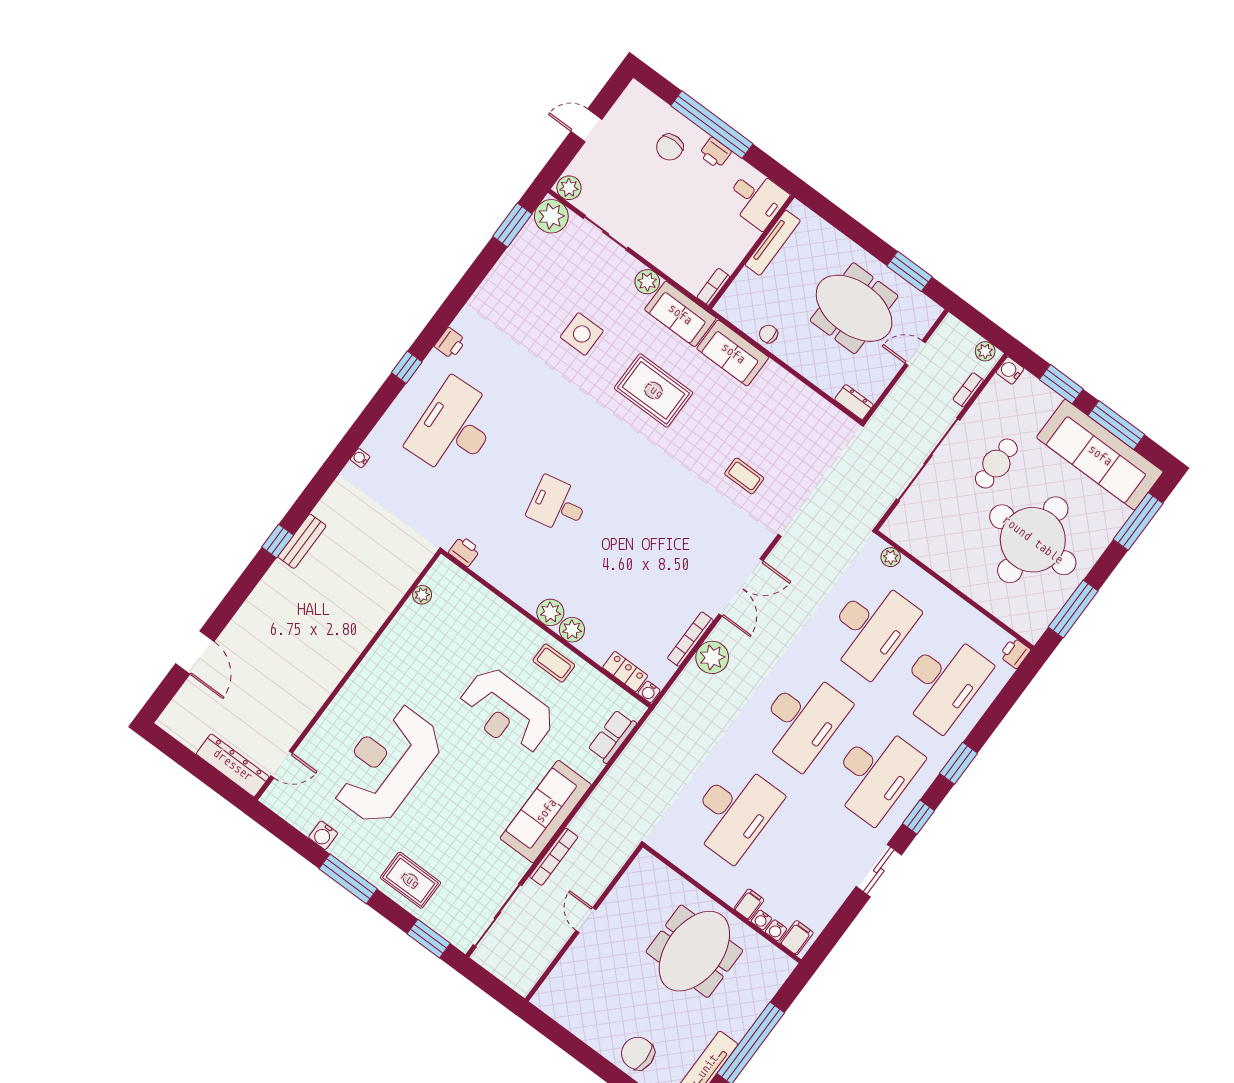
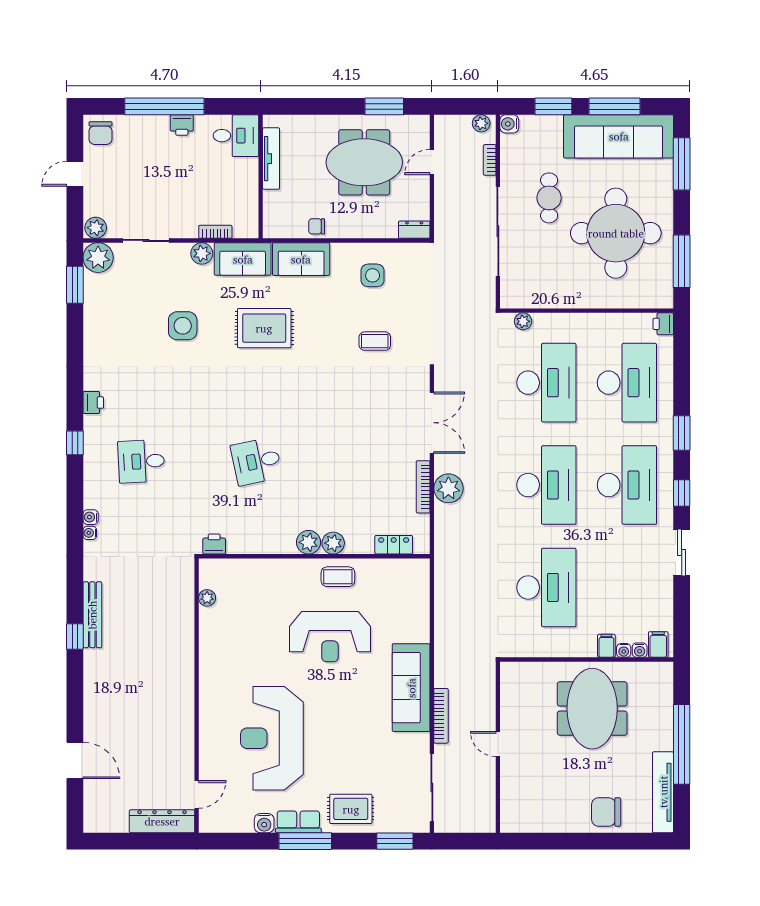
chair: (670, 147) -> (101, 133), moved
bookcase: (713, 287) -> (215, 232), moved, turned 90
side table: (786, 415) -> (373, 275), added
desk: (454, 428) -> (141, 461), width x0.53, depth x0.77
bench: (302, 541) -> (92, 615), width x1.36
water cooler: (649, 692) -> (91, 517), moved, turned 90
row of seats: (612, 736) -> (298, 822), moved, turned 90

